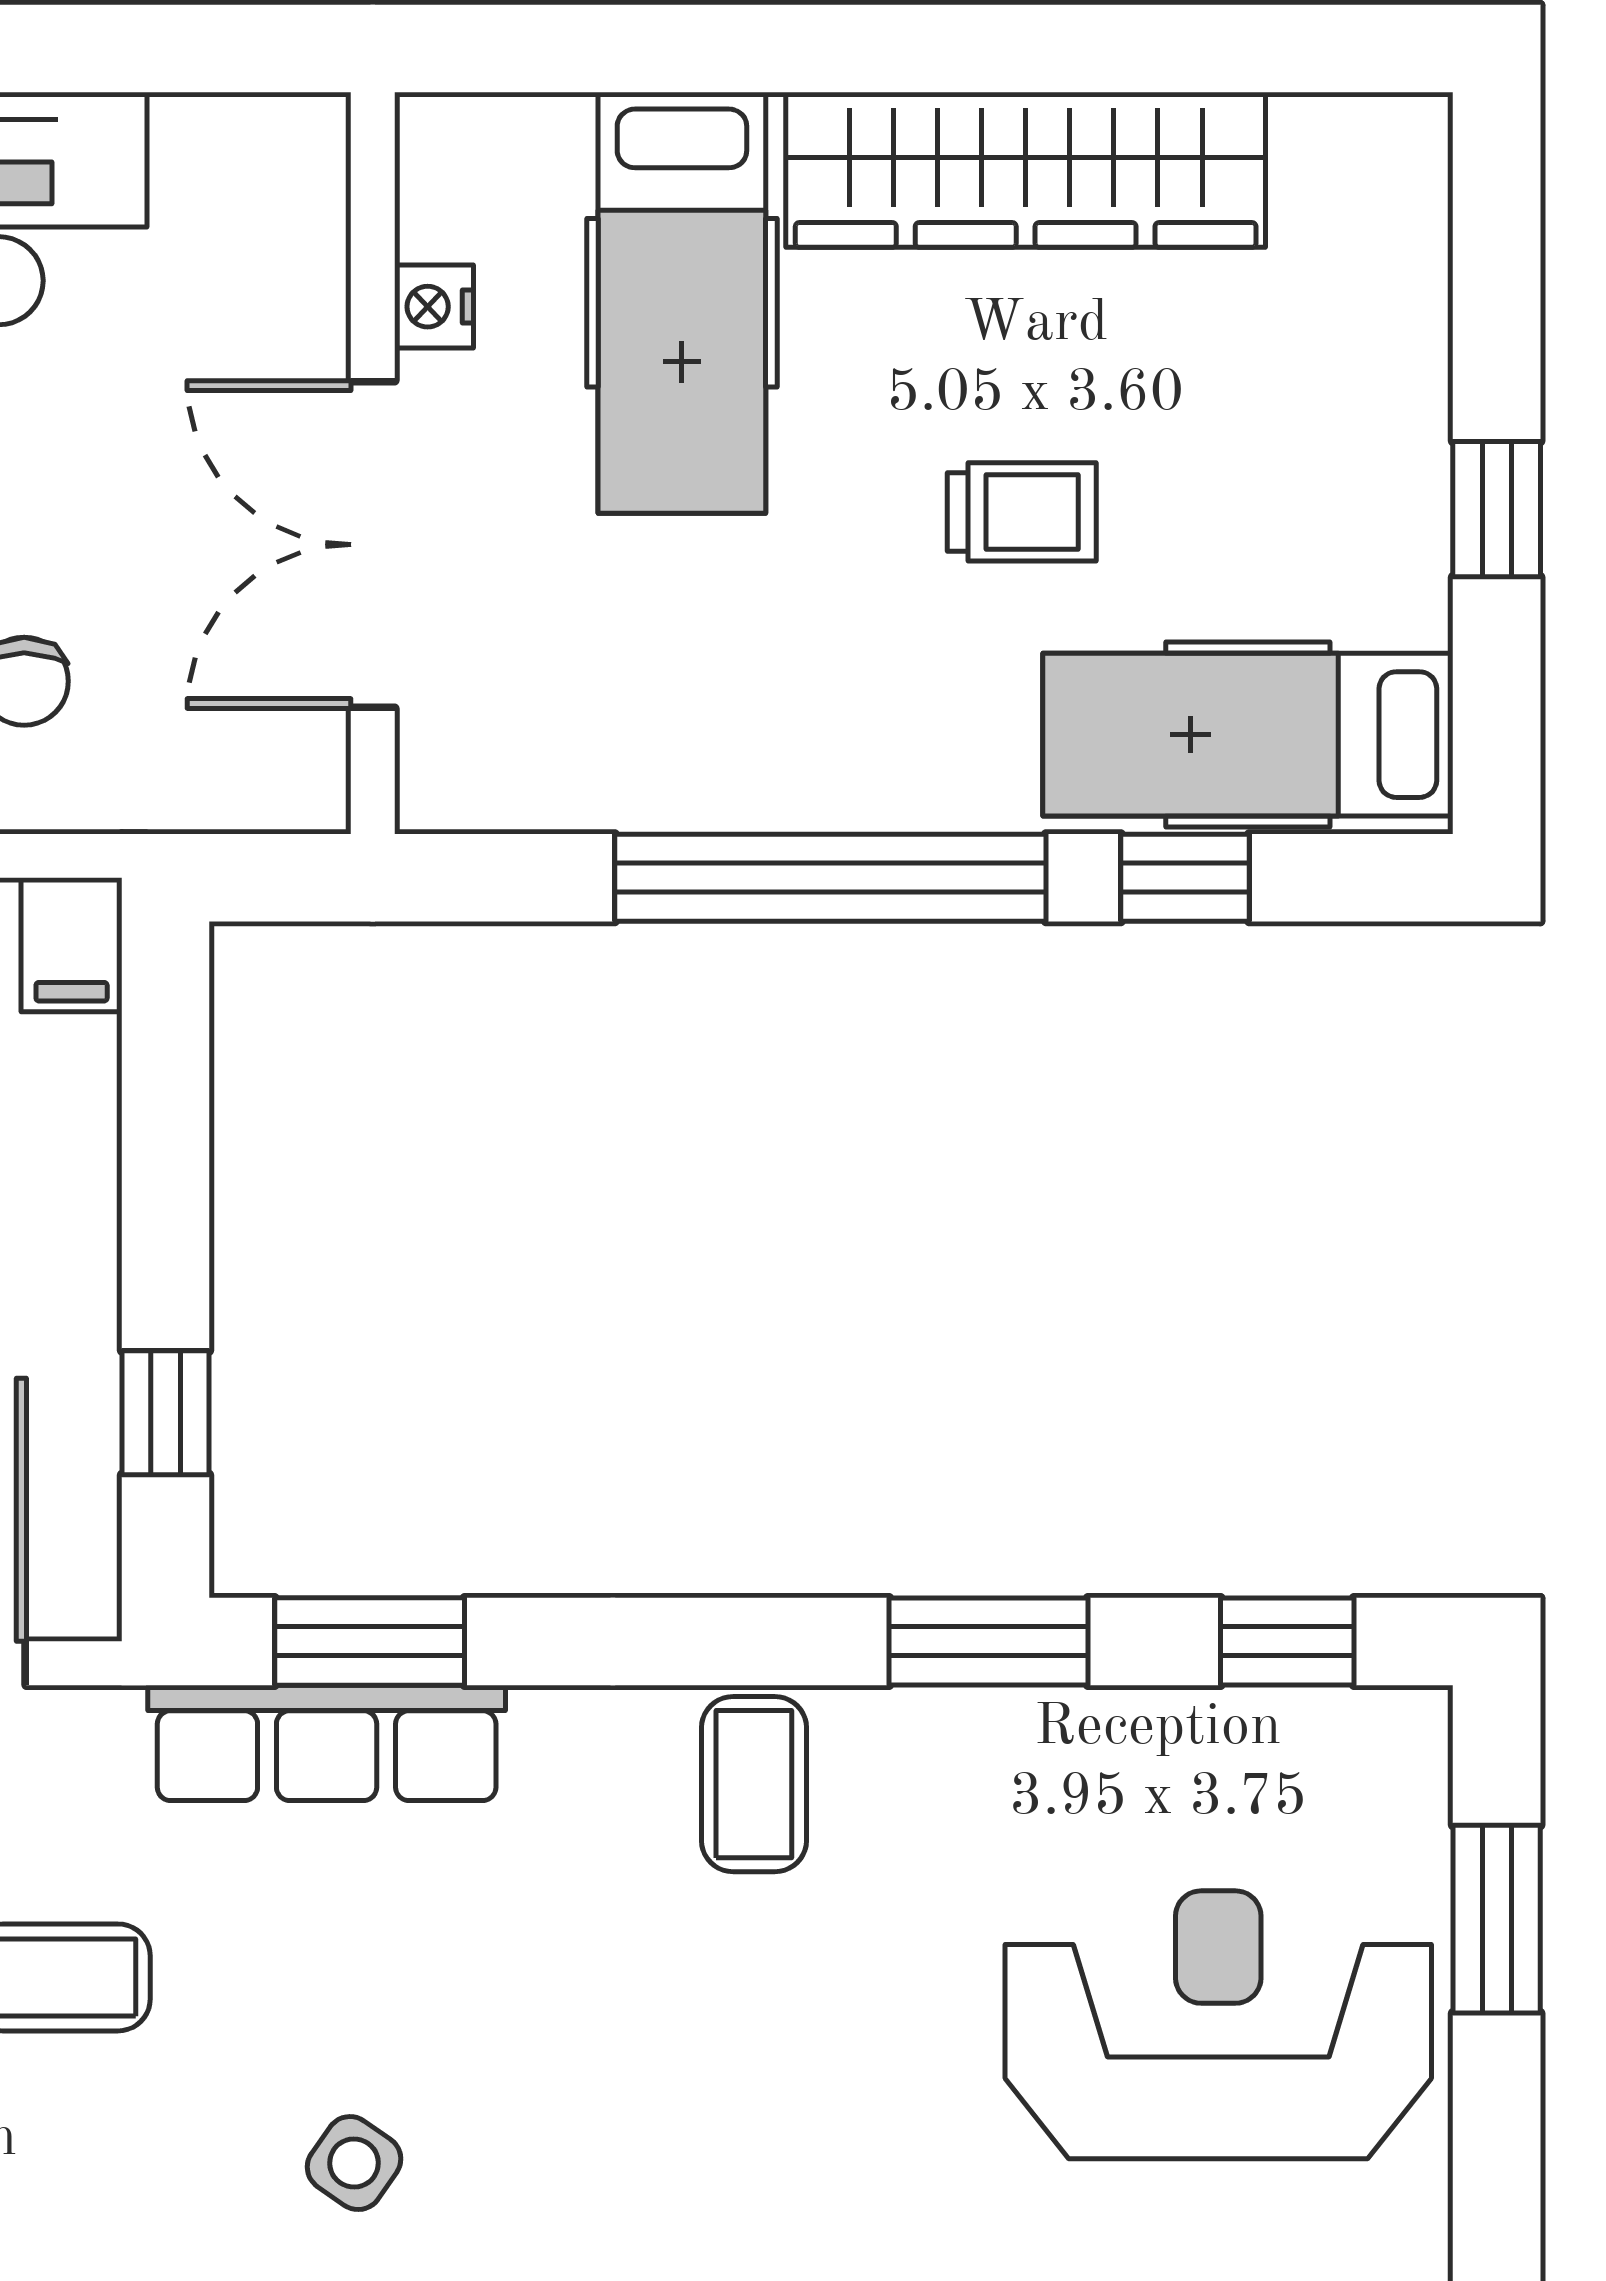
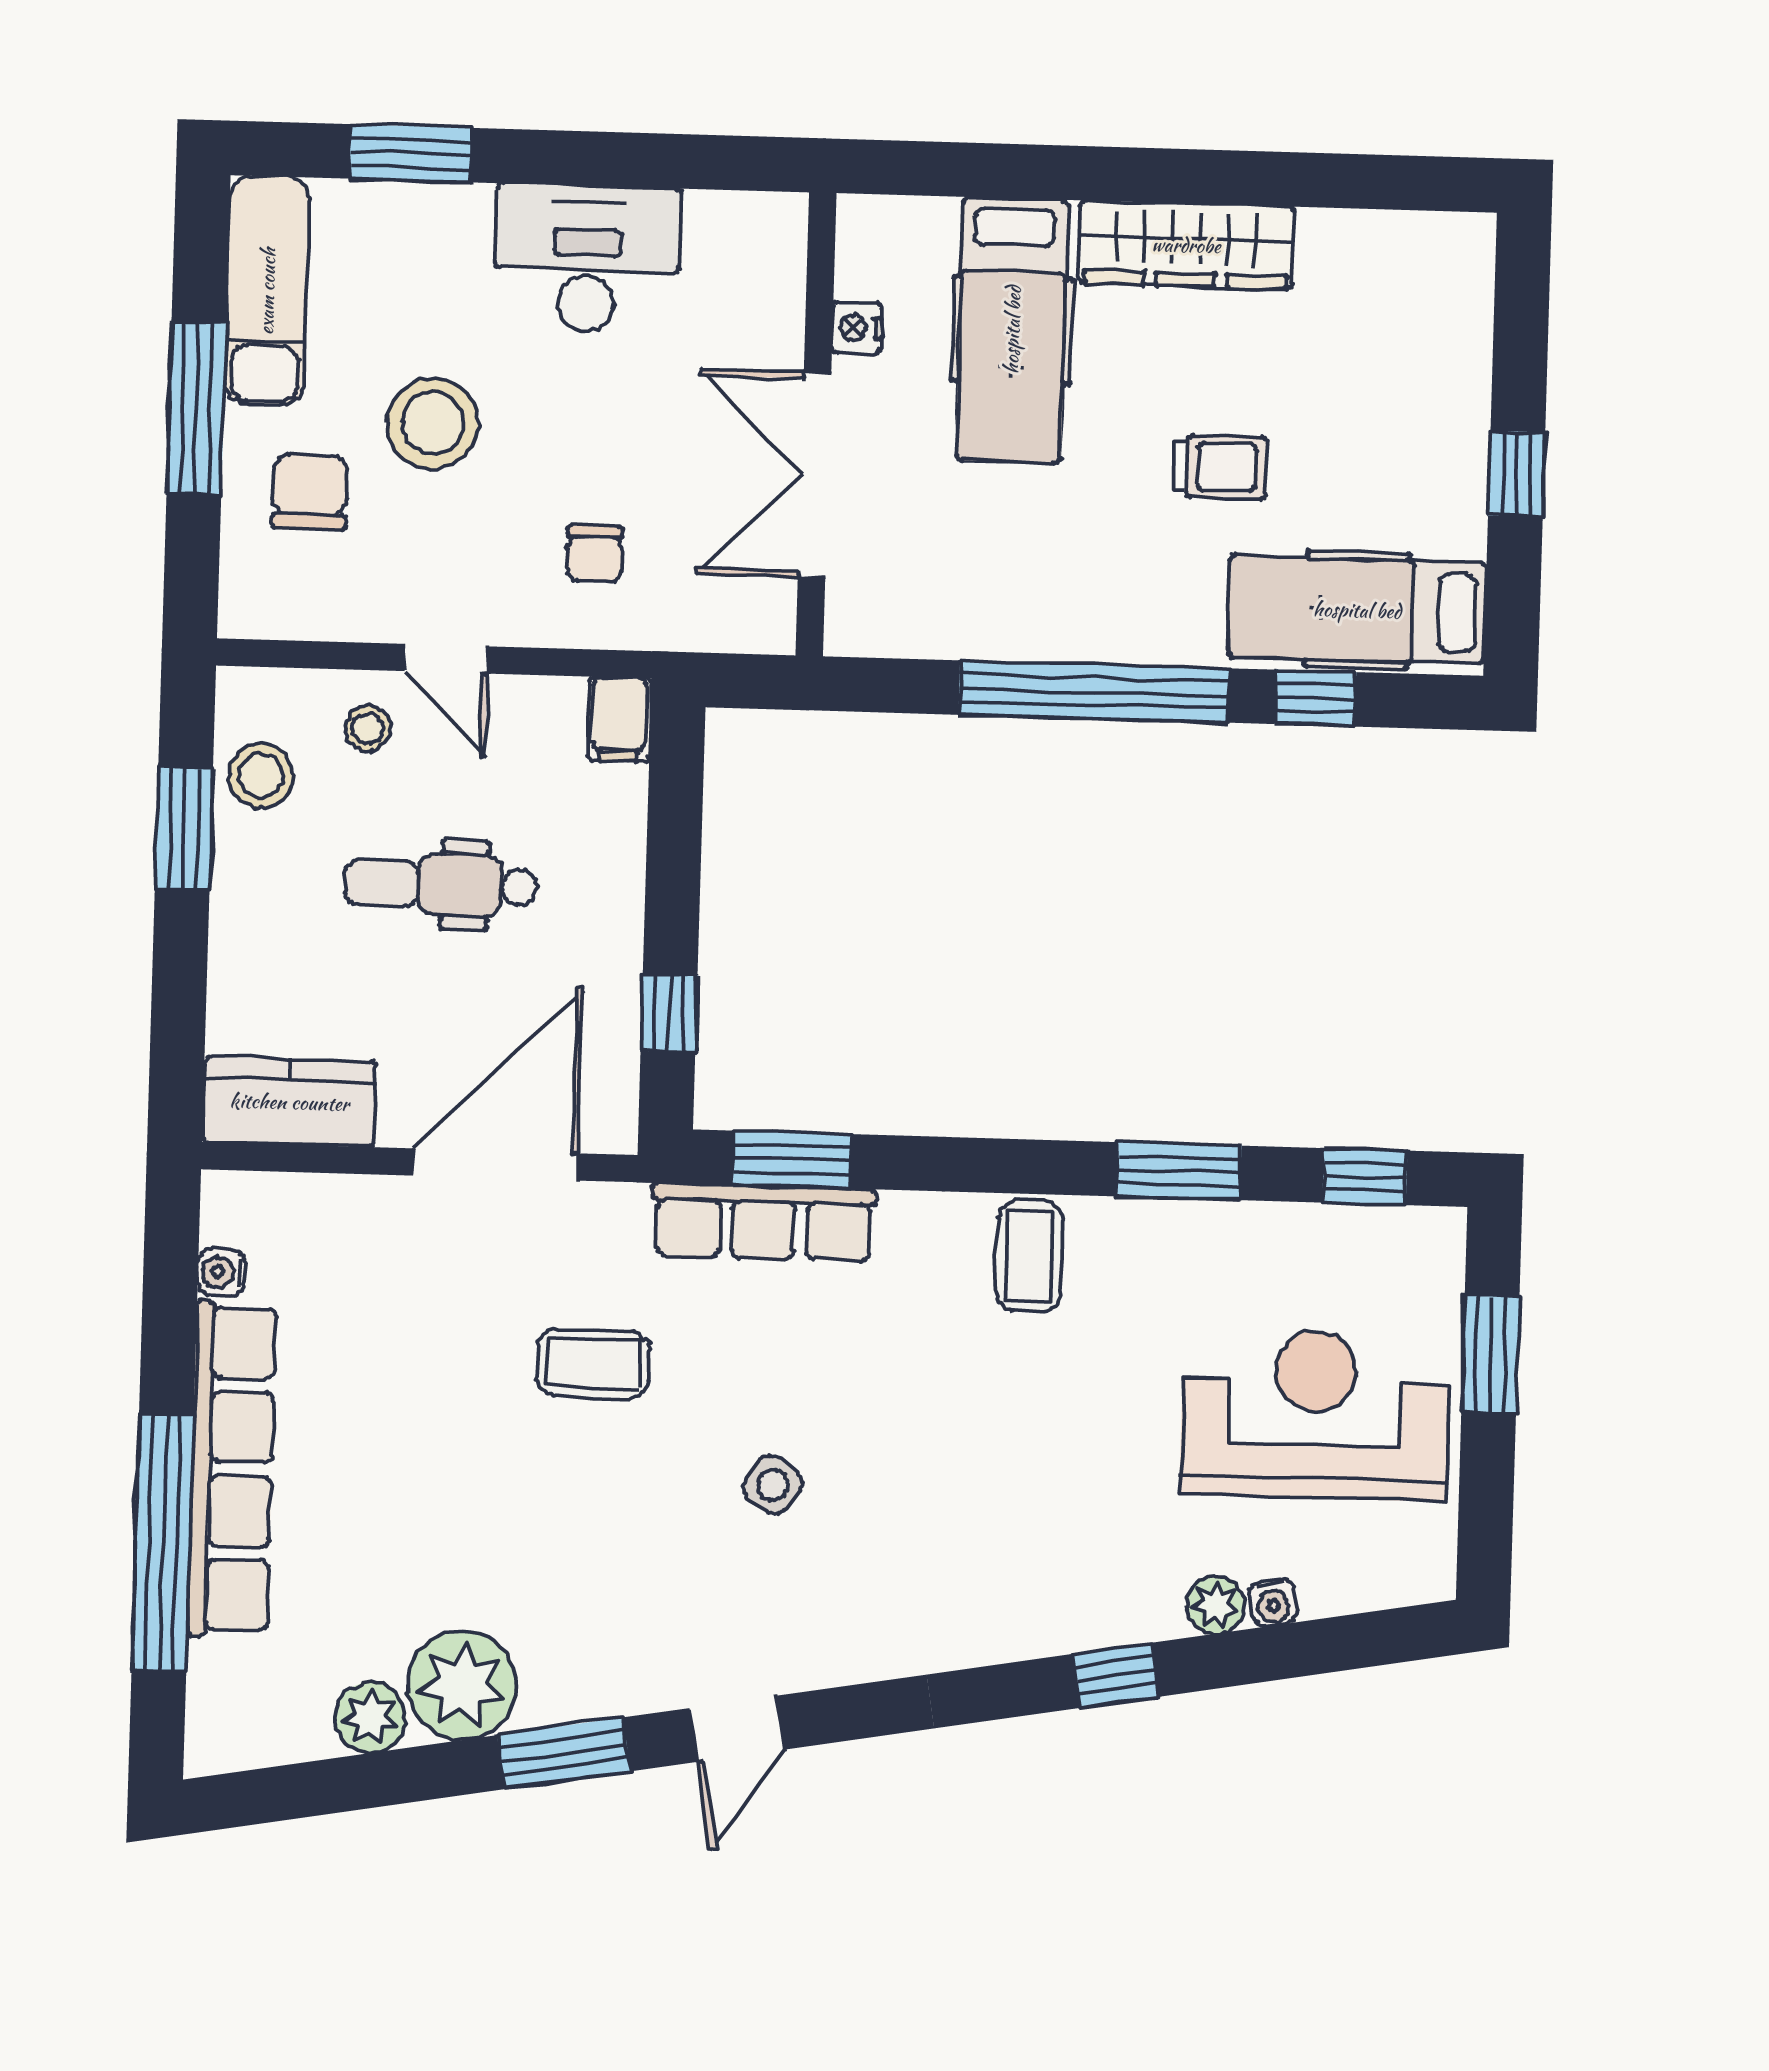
wardrobe: (1026, 170) -> (1186, 245), width x0.71, depth x0.85

